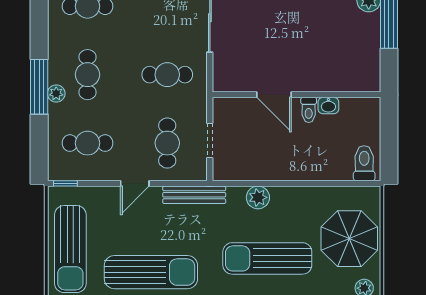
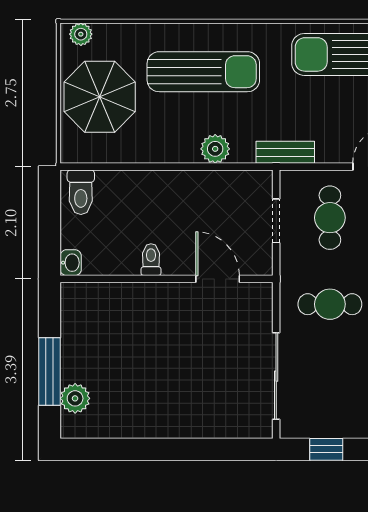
door: (274, 95) -> (218, 279), moved
washbasin: (328, 106) -> (71, 263), moved, turned 90
bench: (194, 195) -> (285, 152), width x0.73

